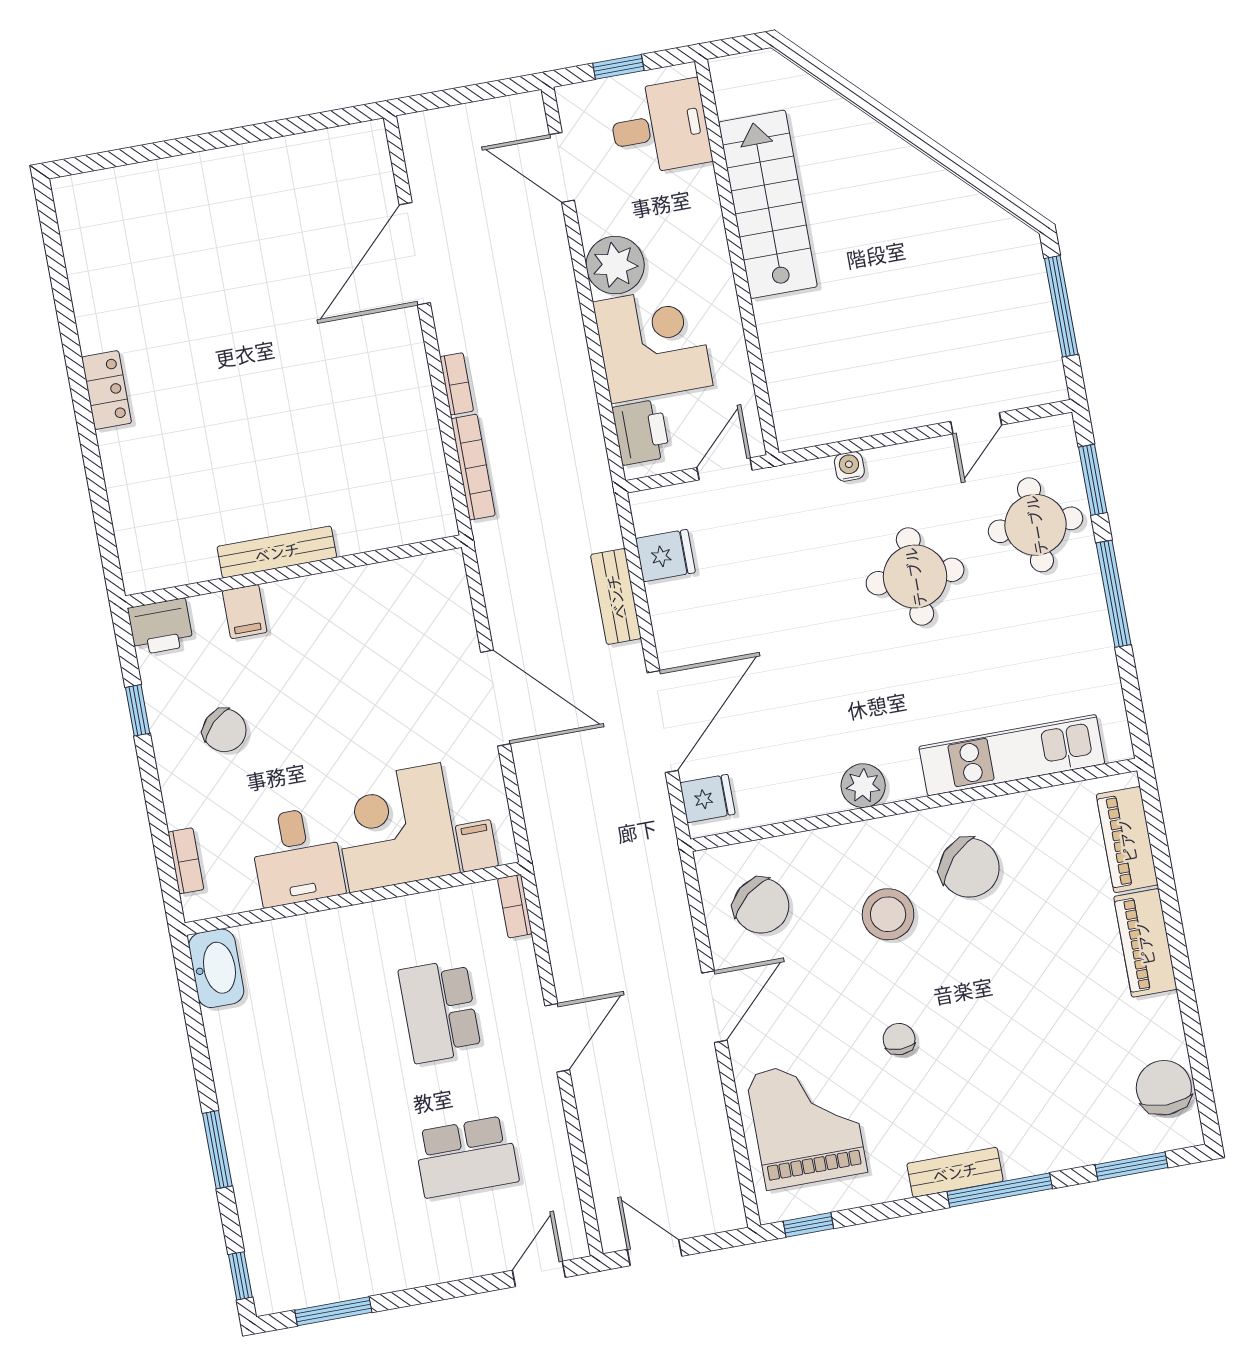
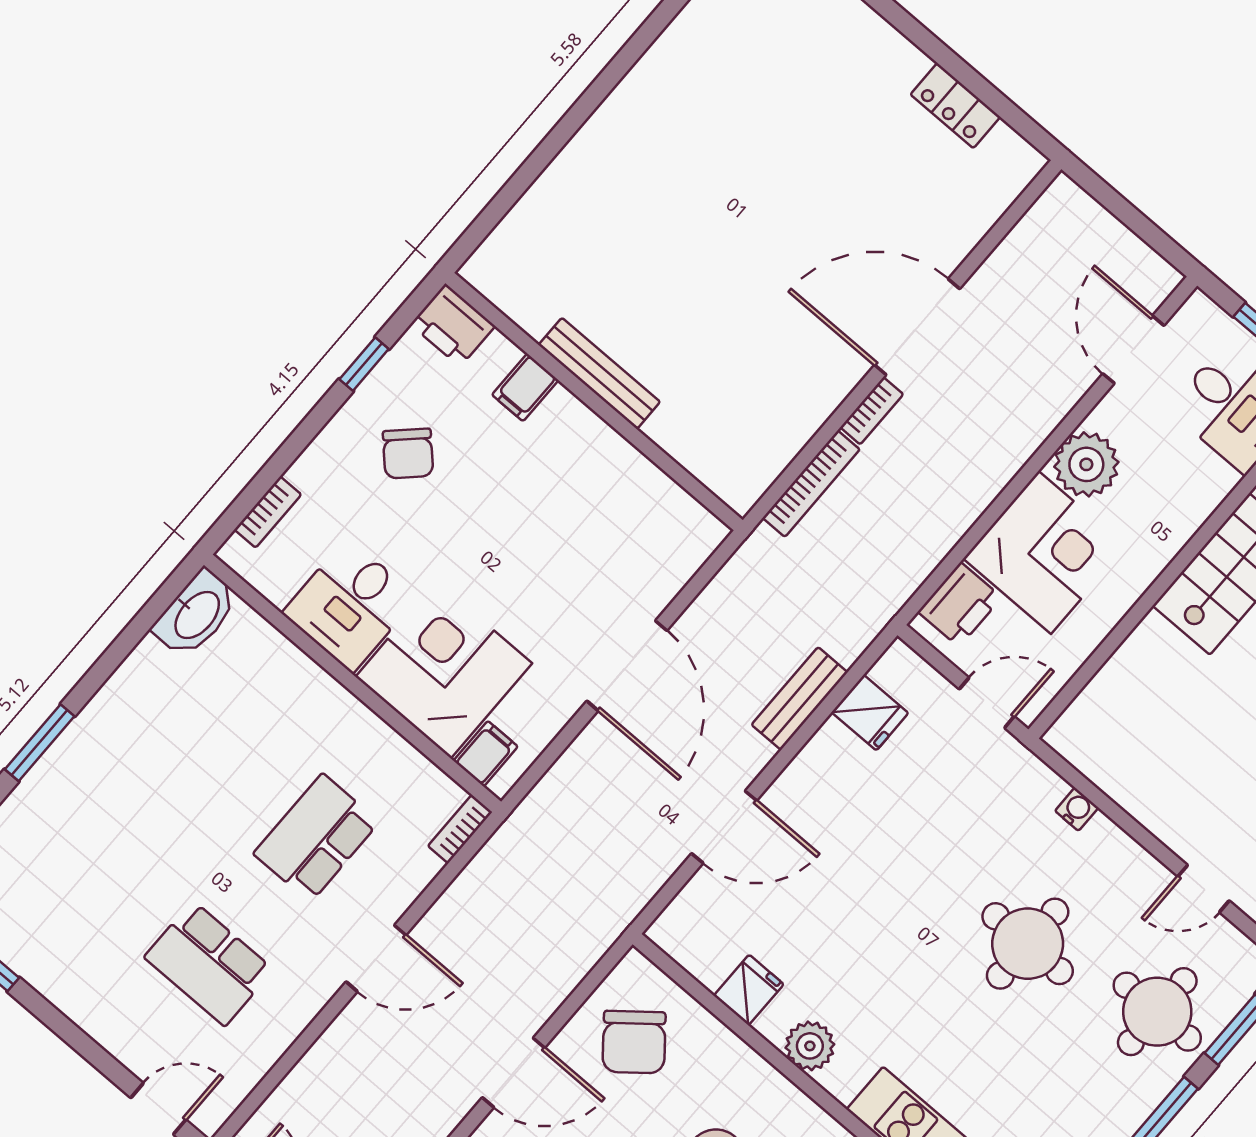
door: (415, 254) -> (917, 327), moved
locker: (107, 390) -> (955, 106), moved, turned 90
door: (663, 722) -> (724, 827), width x0.73
fridge: (707, 798) -> (749, 990), moved, turned -90

